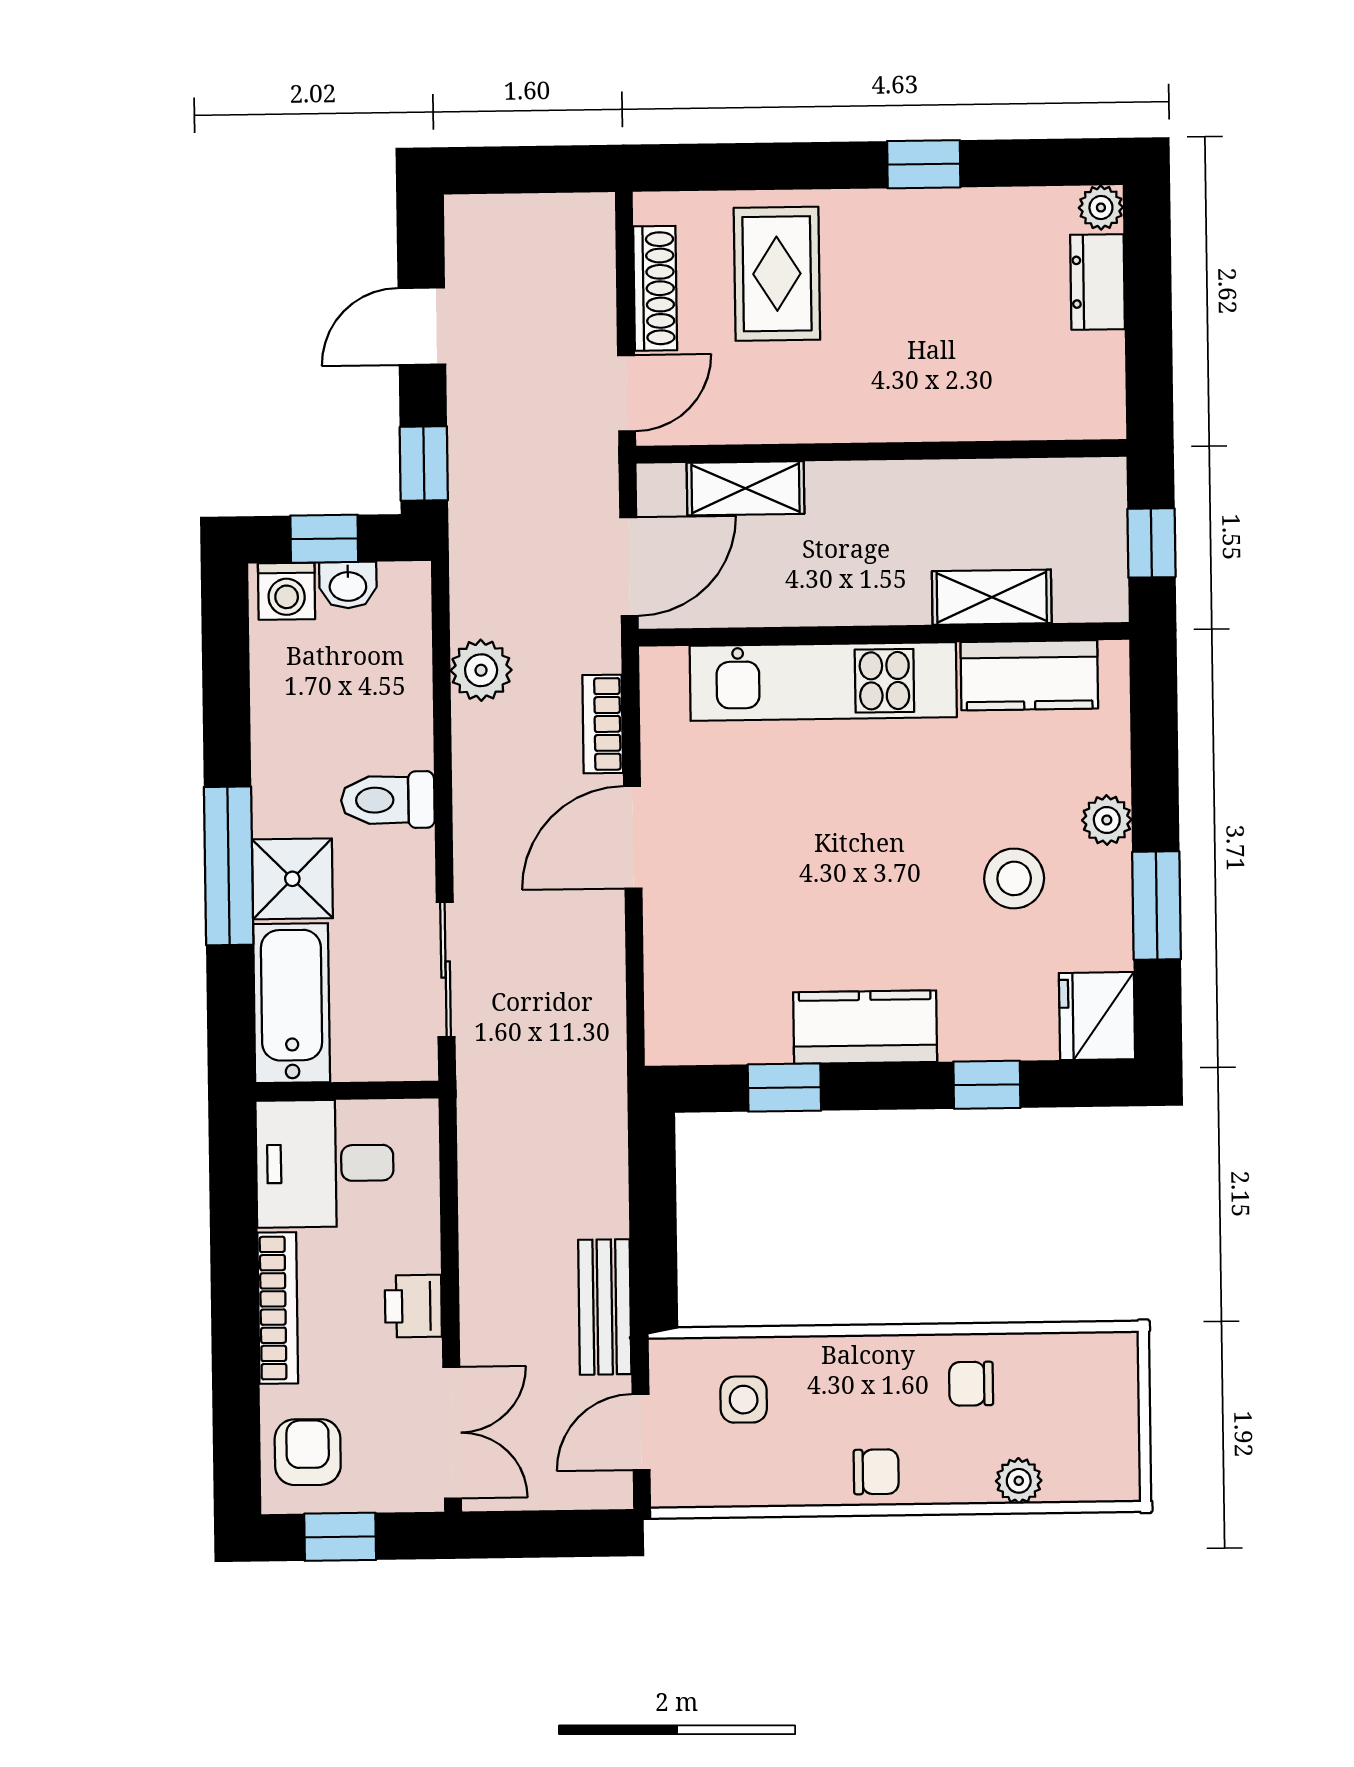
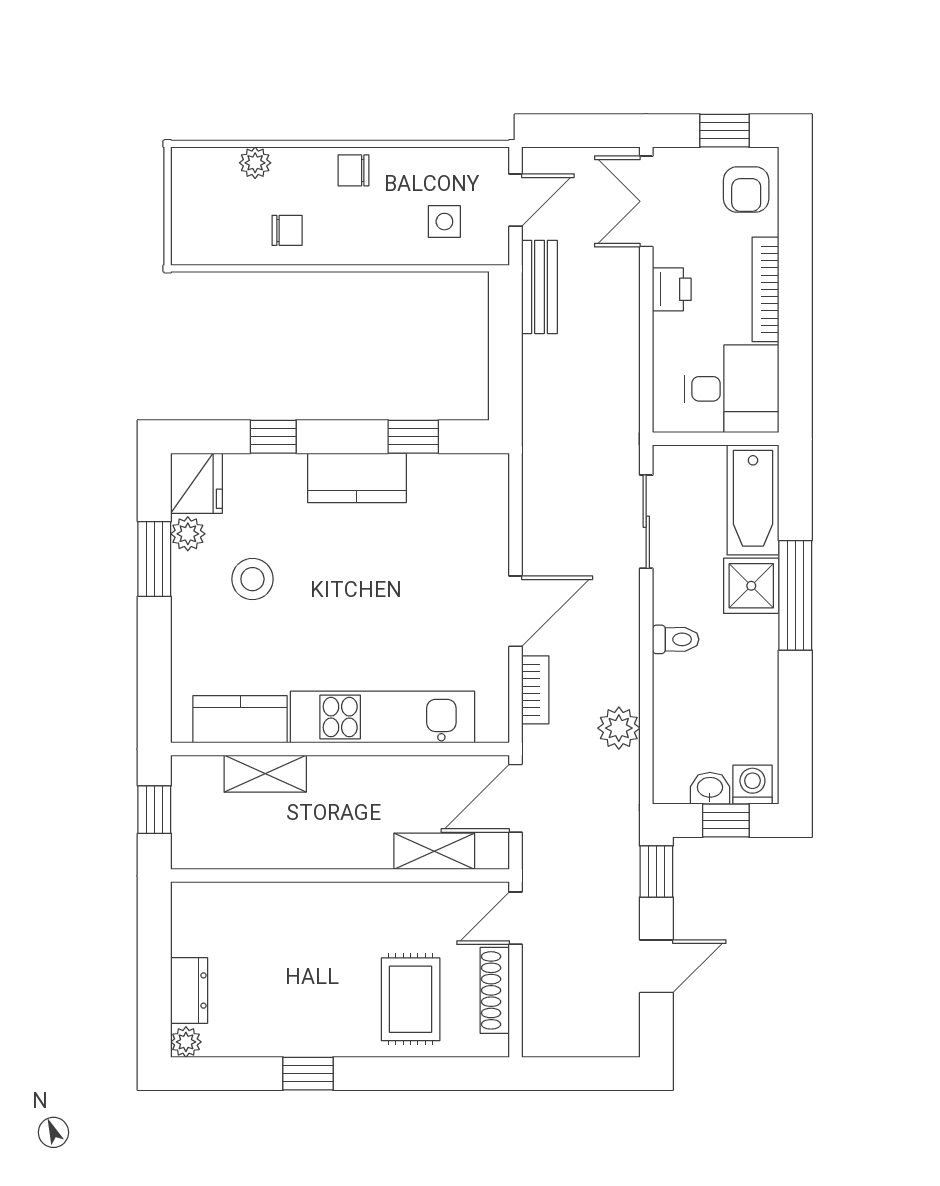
toilet: (388, 800) -> (676, 639), width x0.73, depth x0.72
plant: (1107, 820) -> (188, 534), moved

